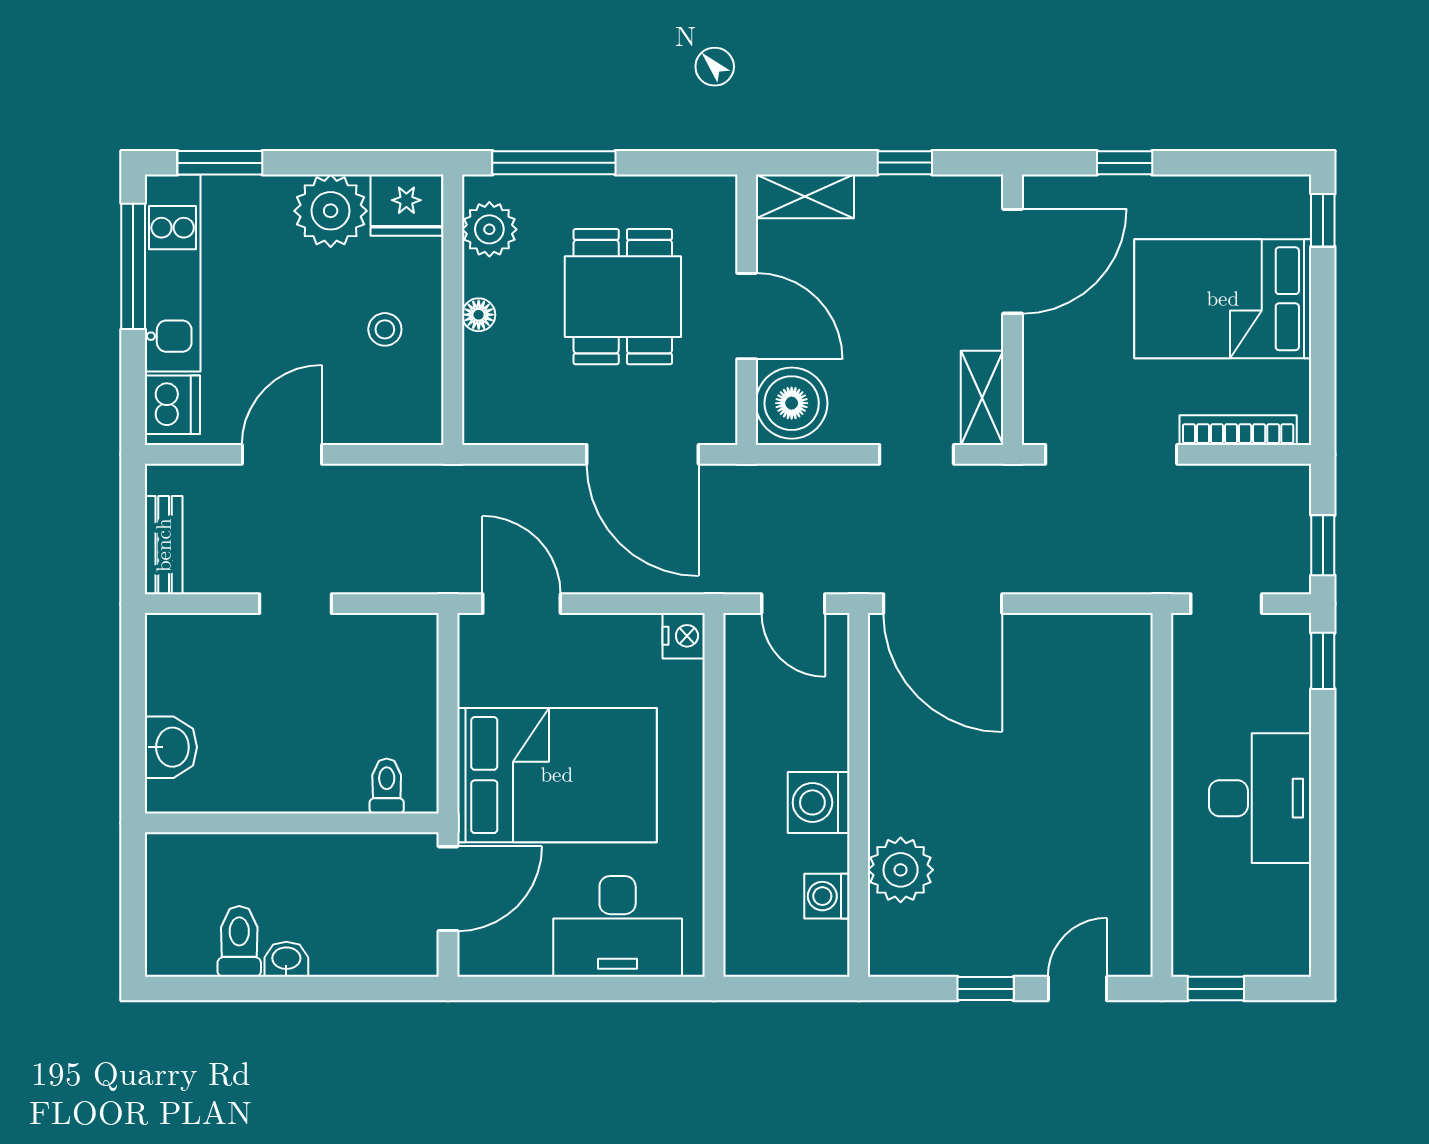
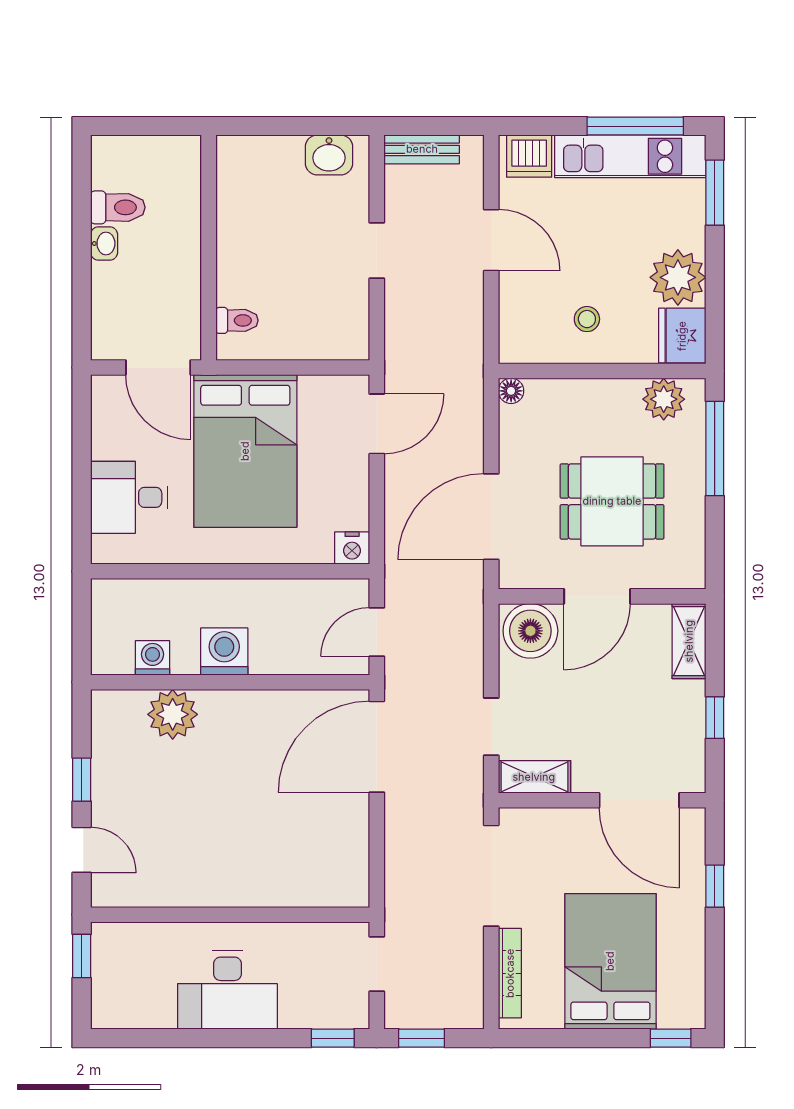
floor lamp: (479, 315) -> (511, 391), moved
washbasin: (171, 747) -> (329, 155), moved
desk: (618, 926) -> (129, 497), width x0.73

